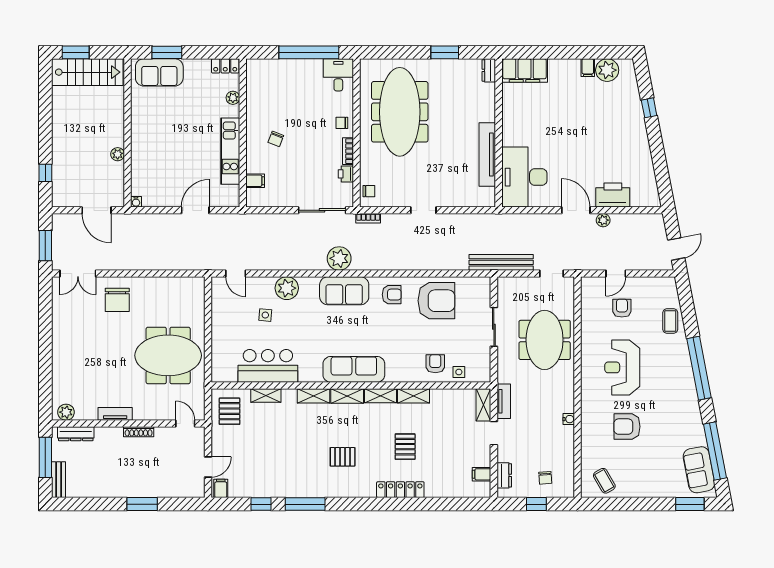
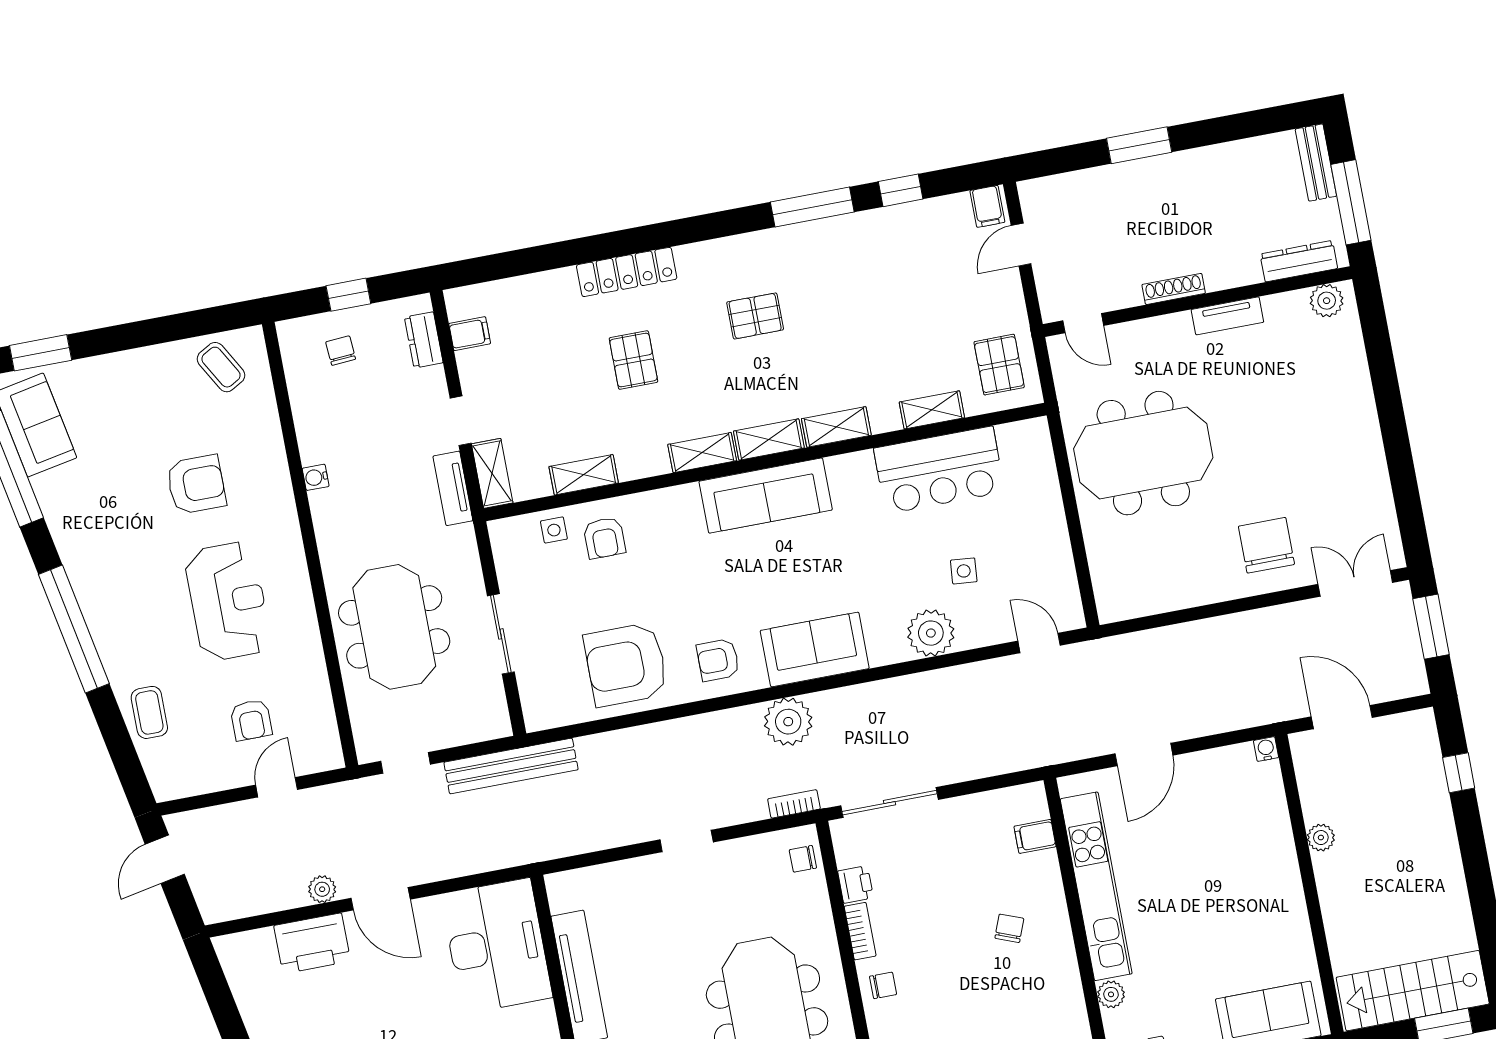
kitchen unit: (230, 151) -> (1096, 886), width x1.36
plant: (339, 258) -> (788, 722), moved
shelving: (413, 396) -> (584, 475), moved

